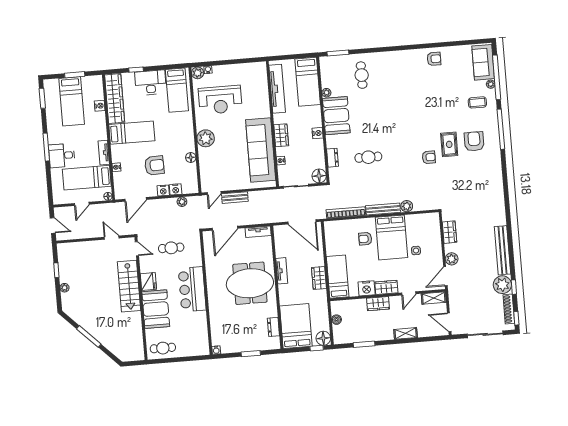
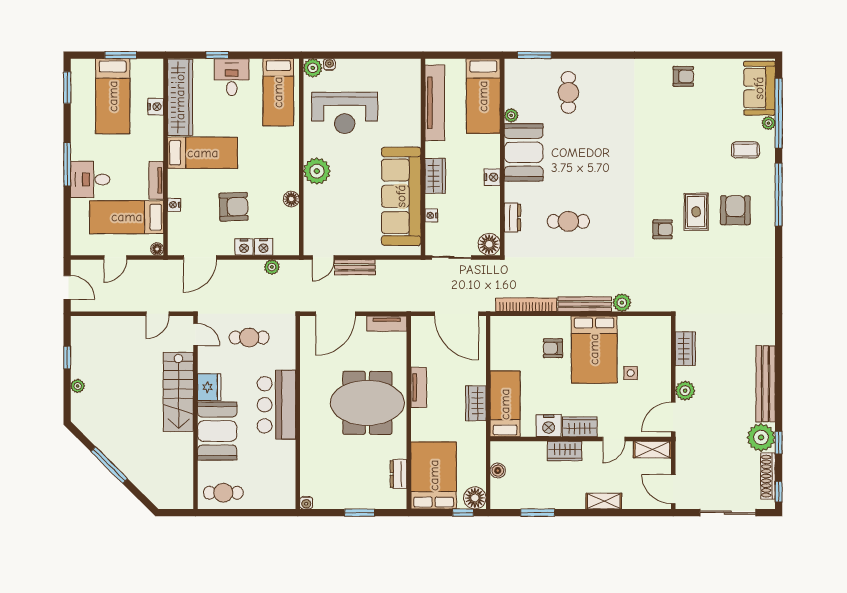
desk: (151, 83) -> (232, 77), width x0.73
door: (112, 238) -> (157, 314), swing flipped

